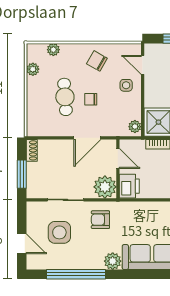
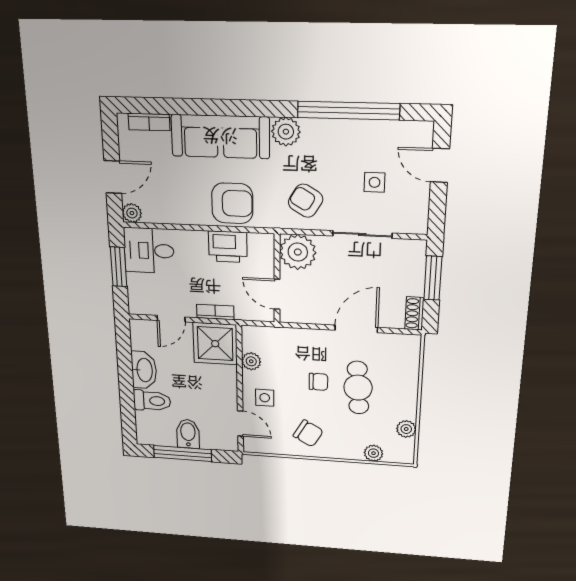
plant: (135, 127) -> (251, 361), moved
door: (87, 138) -> (356, 329), moved
printer: (129, 186) -> (228, 247), moved, turned -90
armchair: (146, 216) -> (232, 203), added
armchair: (100, 220) -> (306, 201), turned -149
side table: (59, 232) -> (375, 182), width x0.54, depth x0.54

